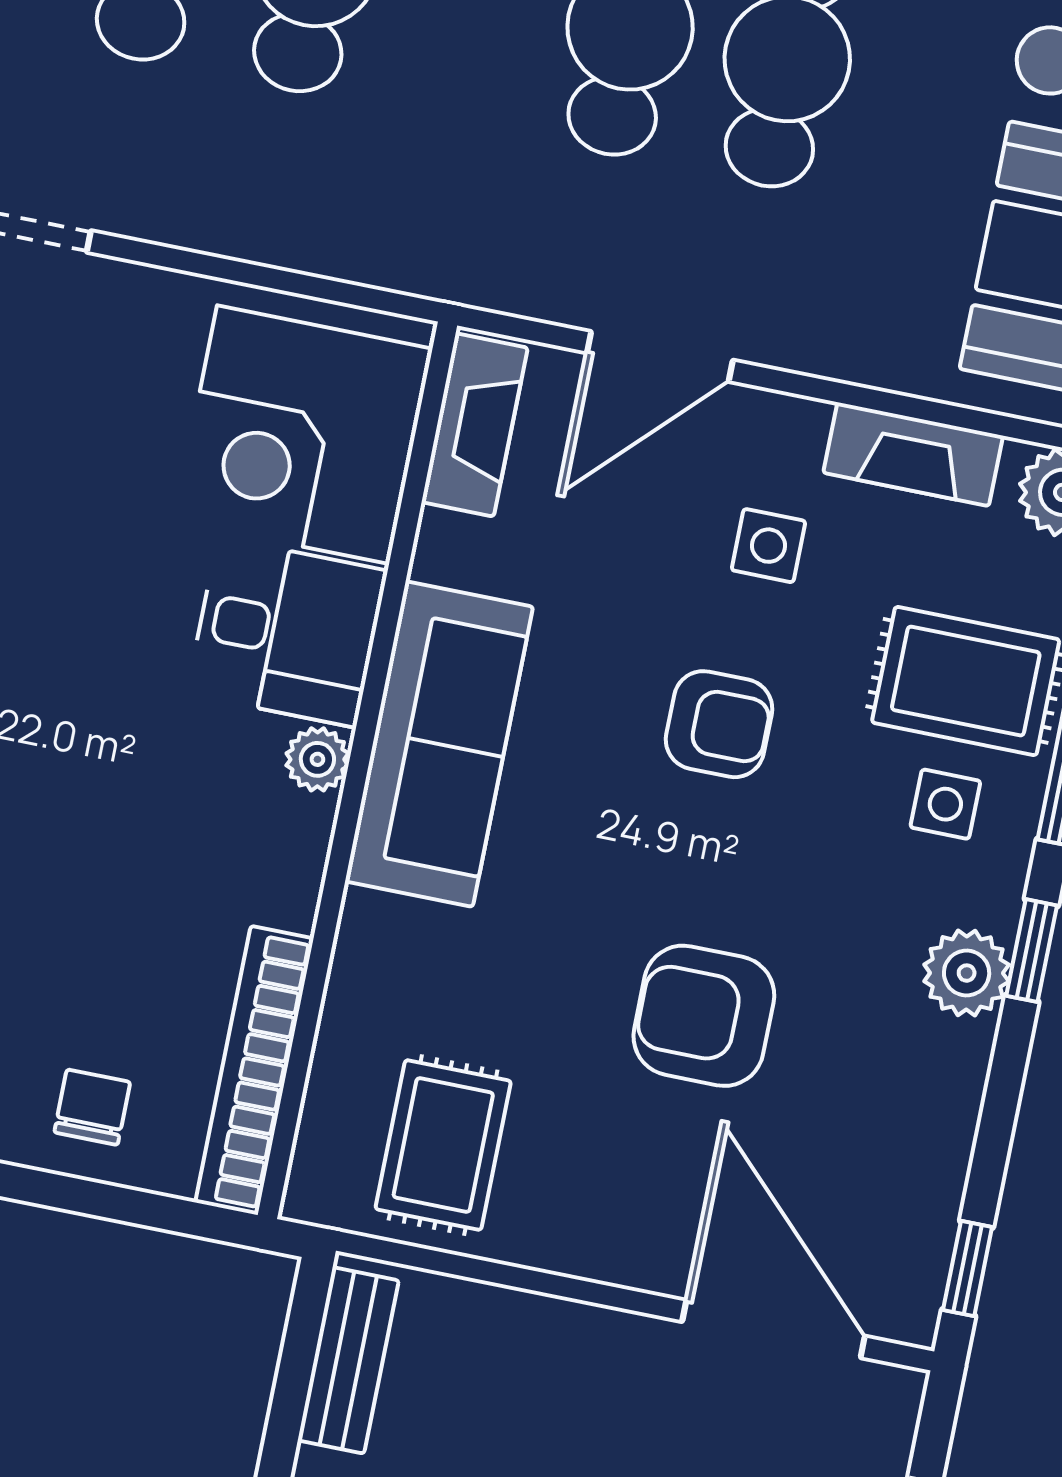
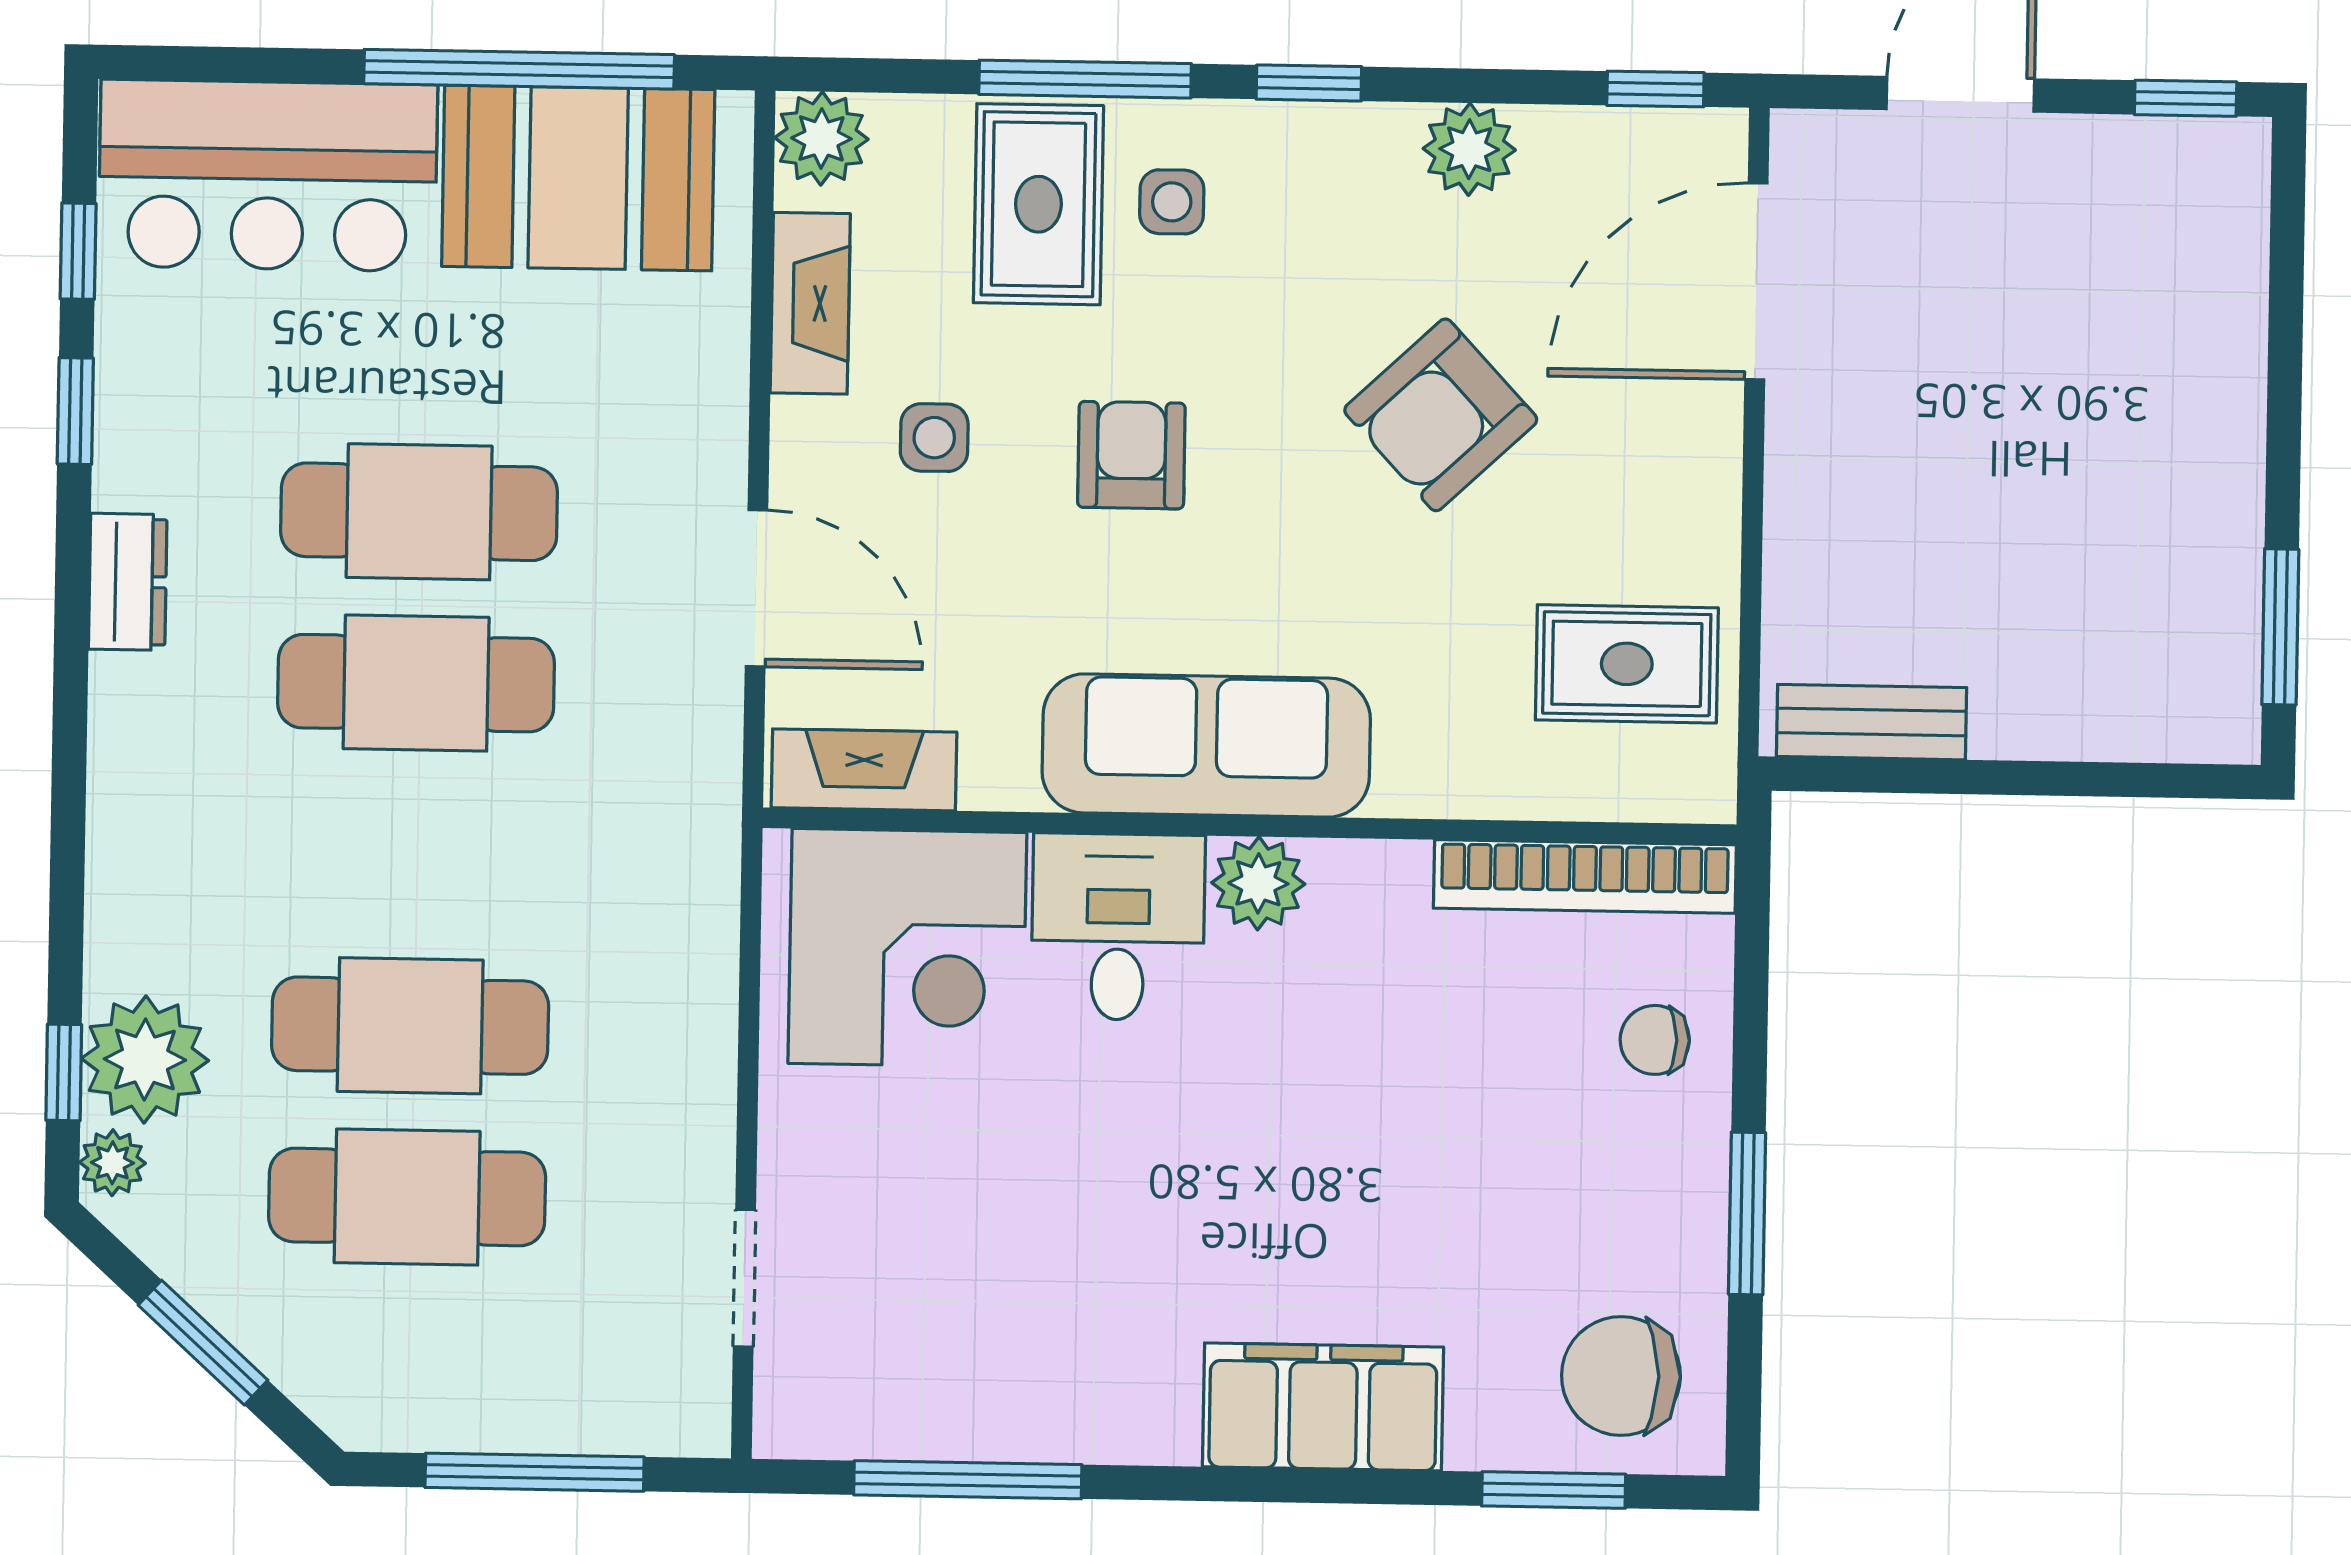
plant: (317, 759) -> (1258, 883), width x1.38, depth x1.38
plant: (967, 973) -> (1469, 149), moved
armchair: (704, 1016) -> (1441, 415), turned 47

